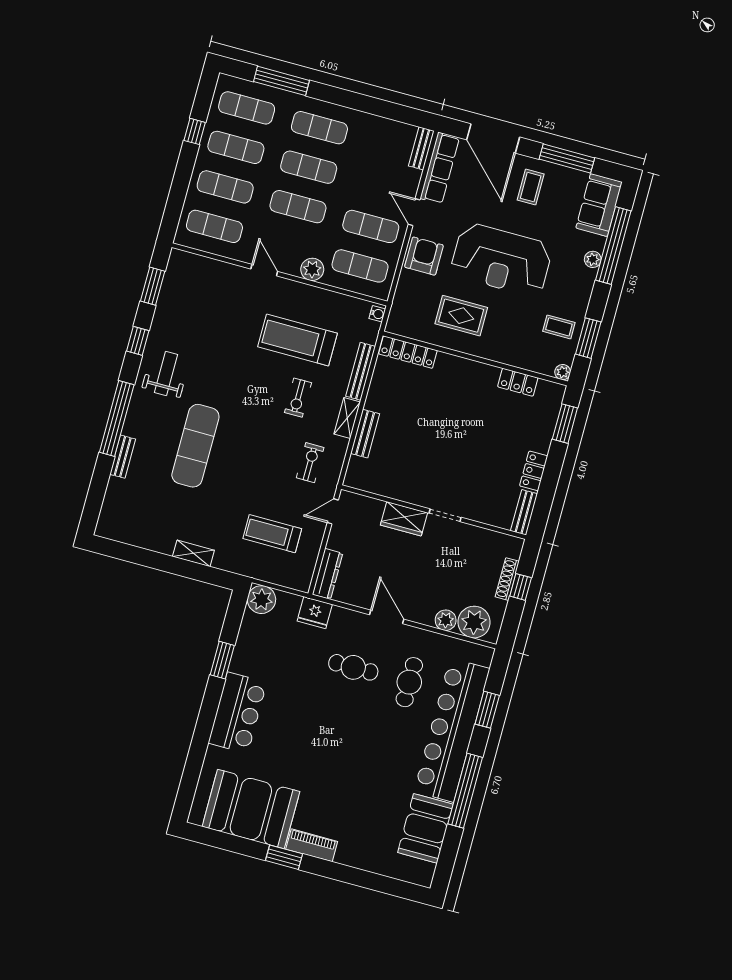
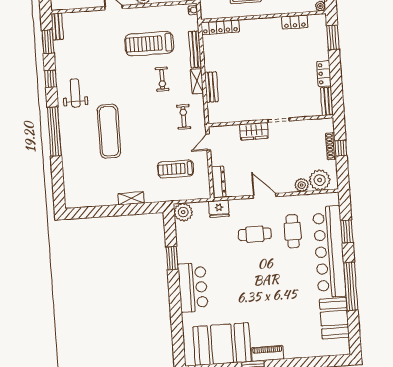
bench: (123, 457) -> (57, 26), moved

